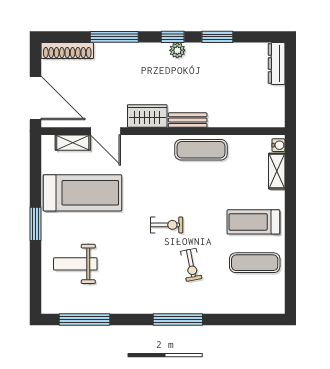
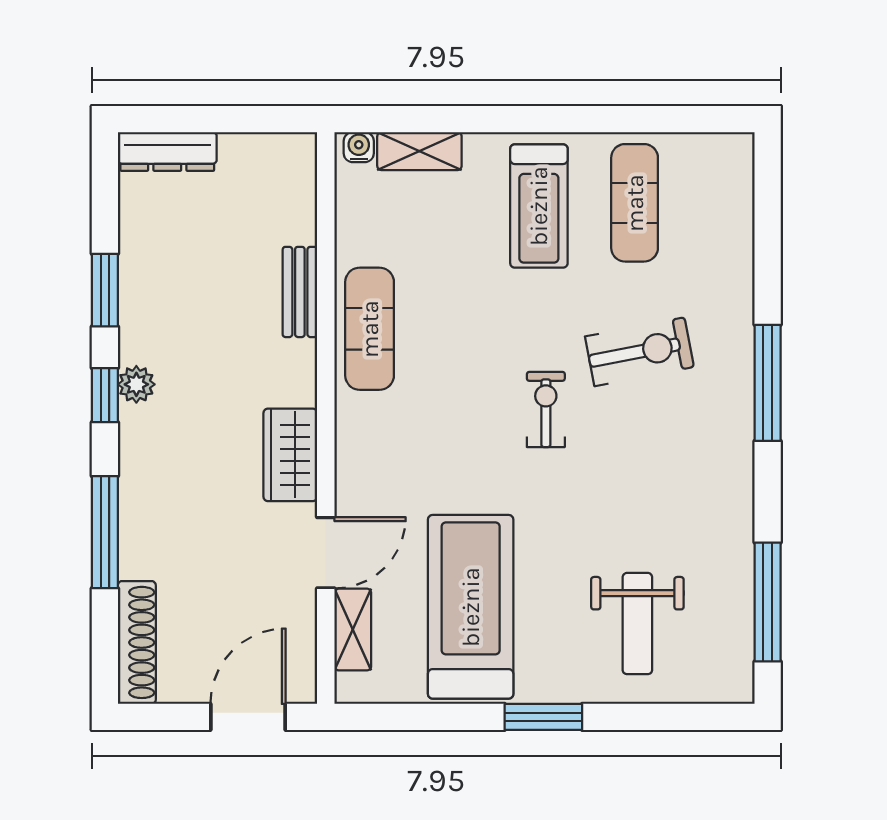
door: (35, 98) -> (248, 717), width x0.73
bench: (188, 120) -> (300, 292), moved
exercise bike: (191, 265) -> (639, 352), width x1.38, depth x1.39

